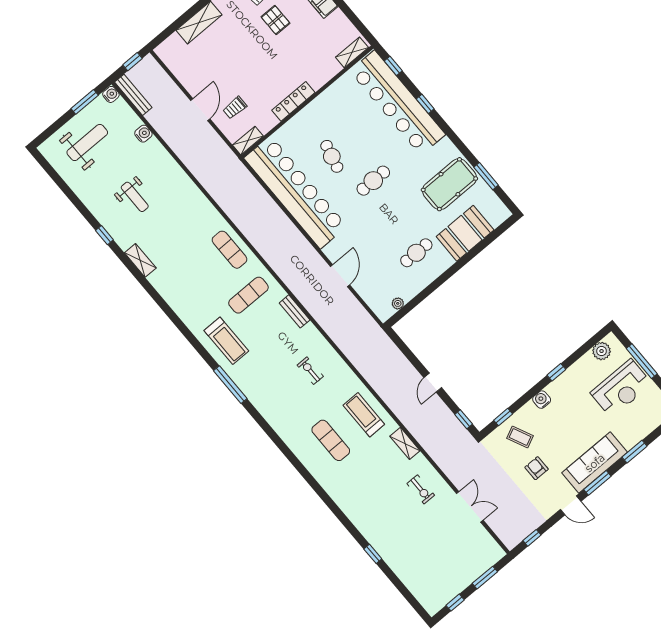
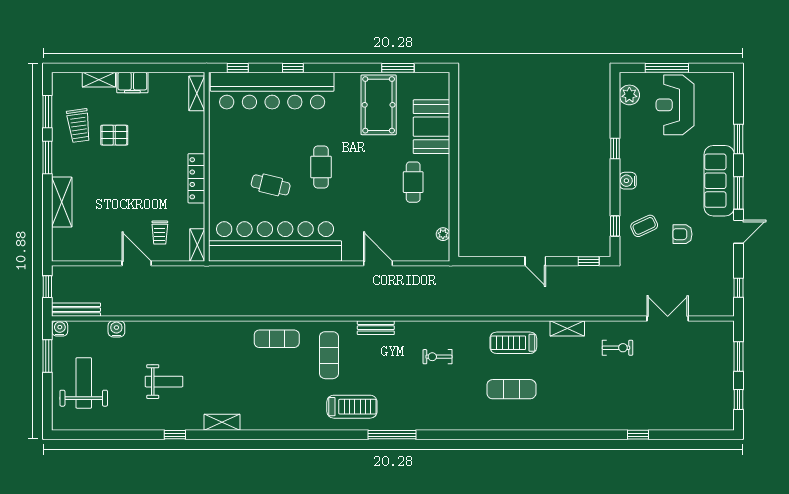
reception desk: (621, 388) -> (675, 105), turned 180

